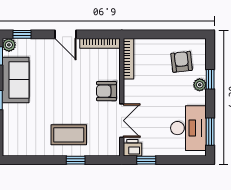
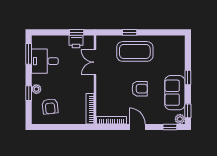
armchair: (106, 91) -> (140, 89), moved
desk: (188, 128) -> (45, 61), width x0.73
coffee table: (69, 135) -> (135, 51), width x1.36, depth x1.32
printer: (132, 148) -> (76, 42), moved

